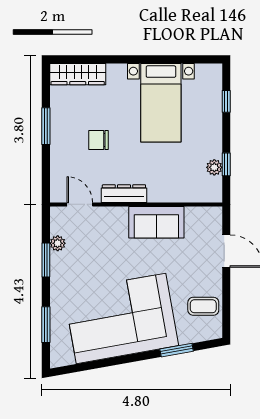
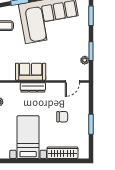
wardrobe: (78, 74) -> (62, 153), moved
dresser: (124, 194) -> (33, 87), moved
door: (80, 204) -> (72, 81), hinge flipped

